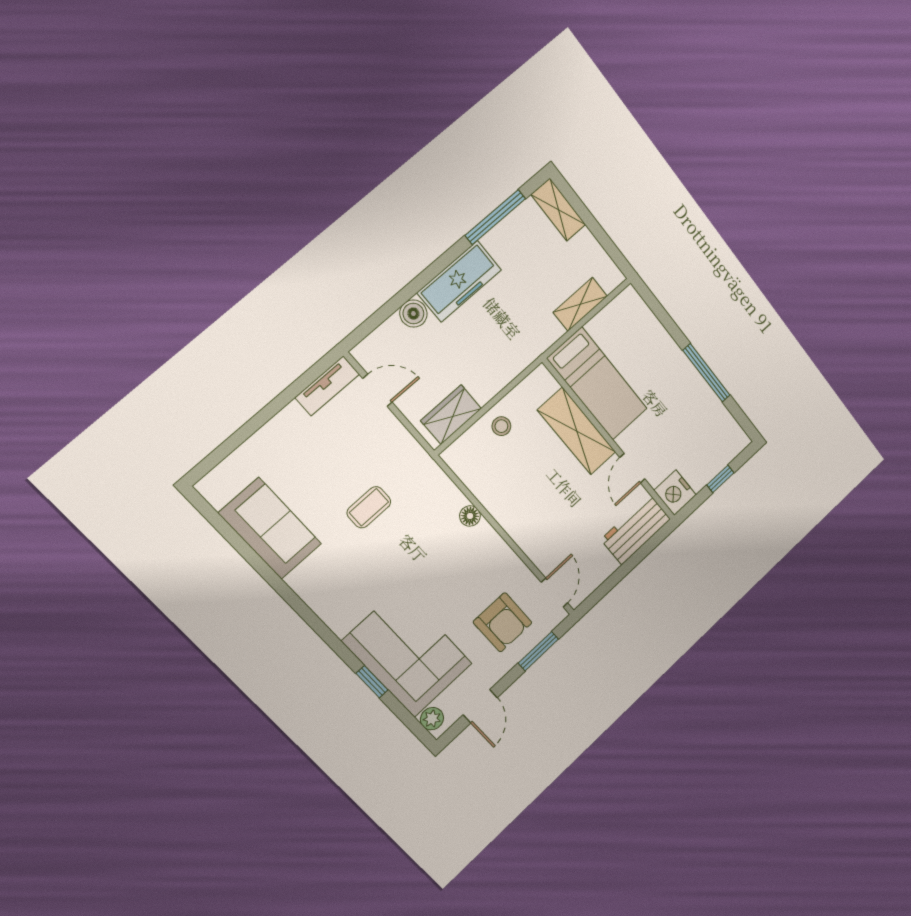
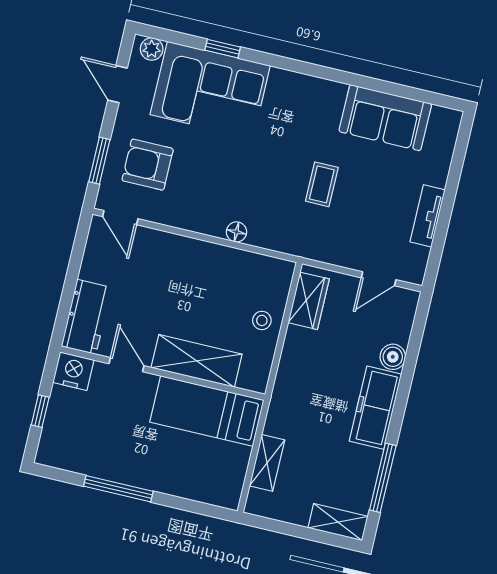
tv unit: (327, 386) -> (428, 216), moved

